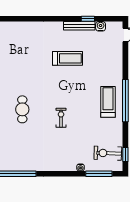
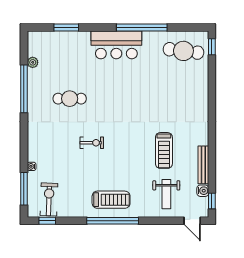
window: (88, 19) -> (212, 201), moved
weight bench: (103, 56) -> (166, 194), added
cafe table: (22, 109) -> (70, 99), moved

